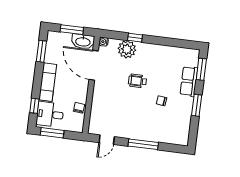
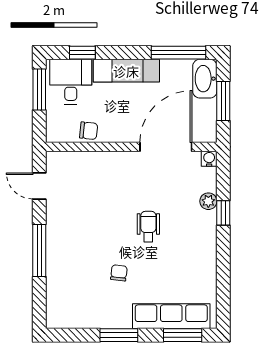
washbasin: (83, 42) -> (205, 79), moved
plant: (127, 49) -> (208, 201), width x0.53, depth x0.53
window: (41, 51) -> (179, 53), width x1.44
row of seats: (189, 81) -> (171, 316), width x1.48

